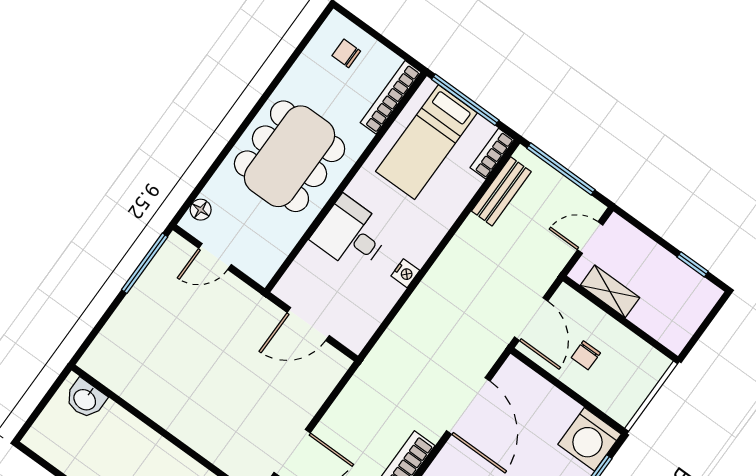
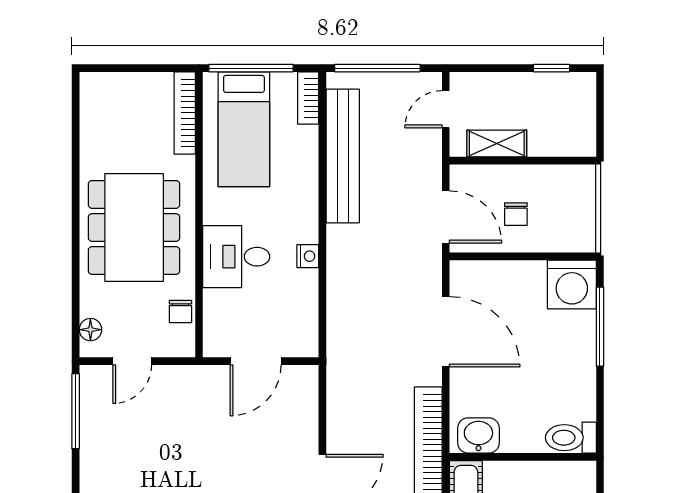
chair: (346, 53) -> (180, 311), moved, turned -90
bench: (501, 191) -> (343, 156), width x1.86, depth x1.21

